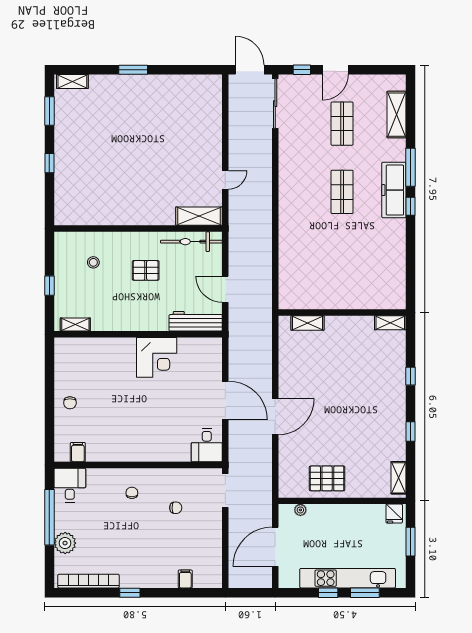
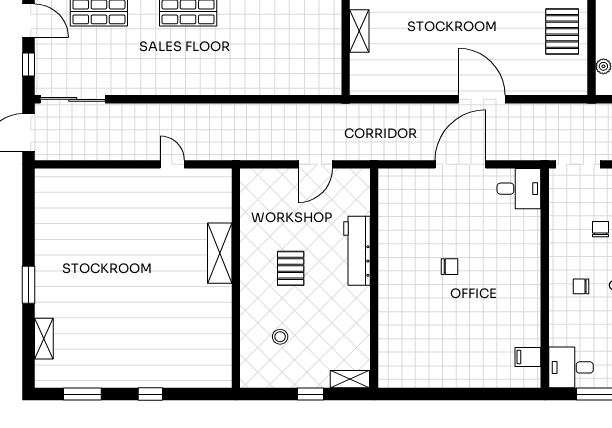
shelving: (72, 82) -> (44, 339), moved
shelving: (199, 216) -> (220, 253), moved
bicycle: (191, 242) -> (253, 209), removed
workbench: (196, 321) -> (357, 251), moved
shelving: (307, 323) -> (359, 31), moved
shelving: (75, 324) -> (350, 379), moved, turned 90
corner desk: (157, 357) -> (404, 254), removed
chair: (70, 403) -> (450, 267), moved

